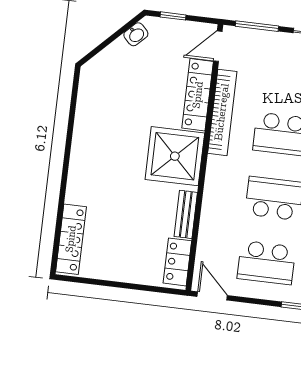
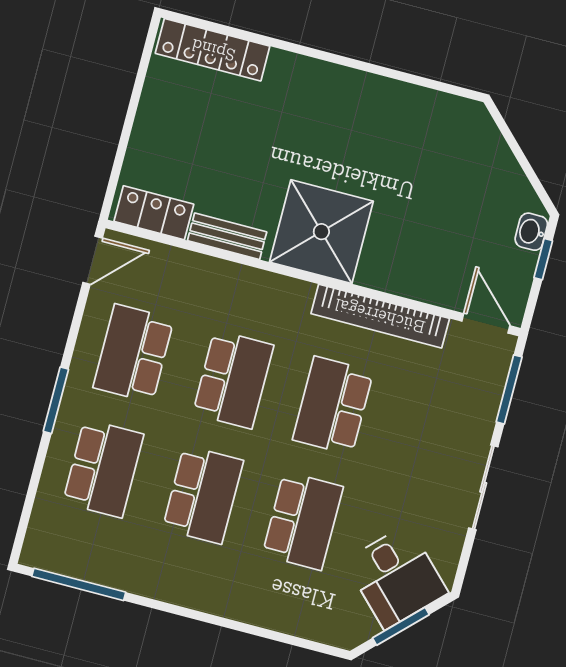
washbasin: (136, 34) -> (531, 232), moved, turned 45
locker: (198, 95) -> (414, 281), removed

